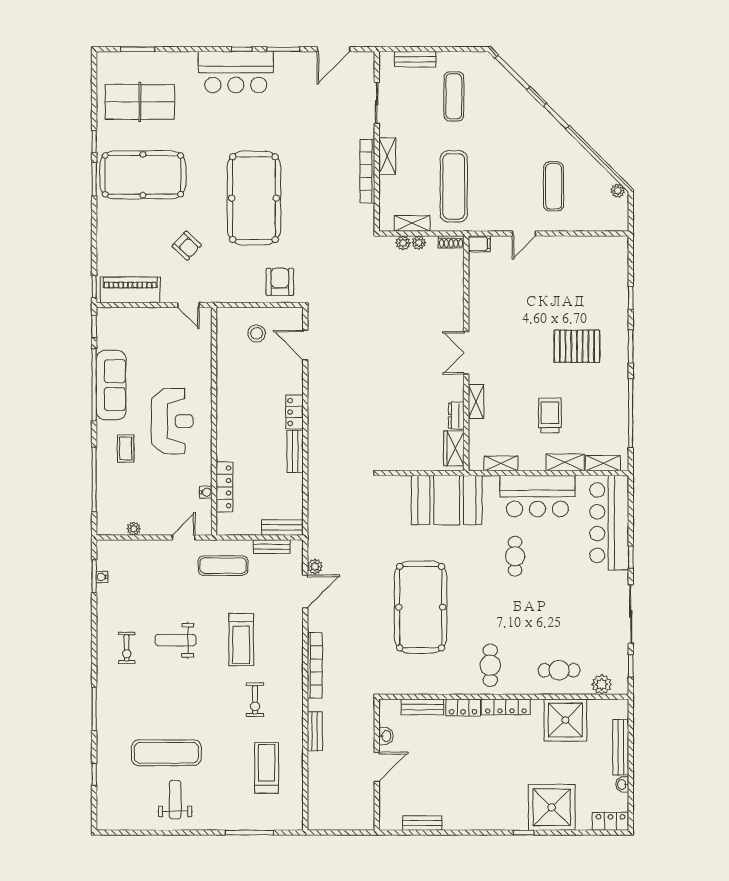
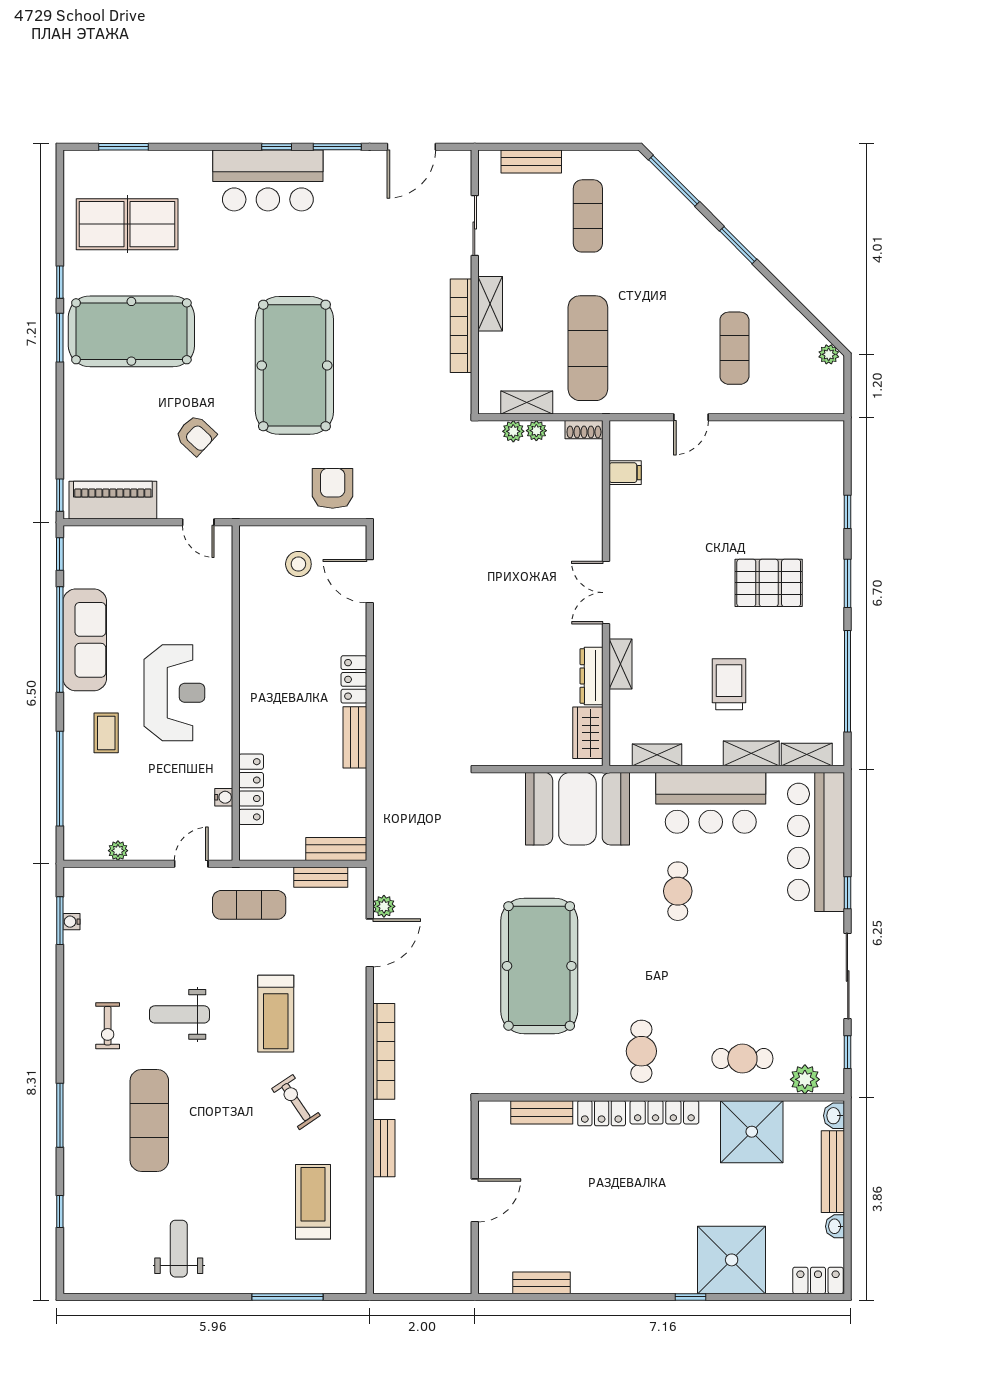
filing cabinet: (479, 244) -> (625, 473), moved
dresser: (456, 416) -> (592, 676), width x1.44
exercise bike: (255, 700) -> (296, 1102), turned 146
washbasin: (386, 736) -> (834, 1116), moved, turned 180
exercise mat: (166, 753) -> (149, 1120), moved, turned 90

